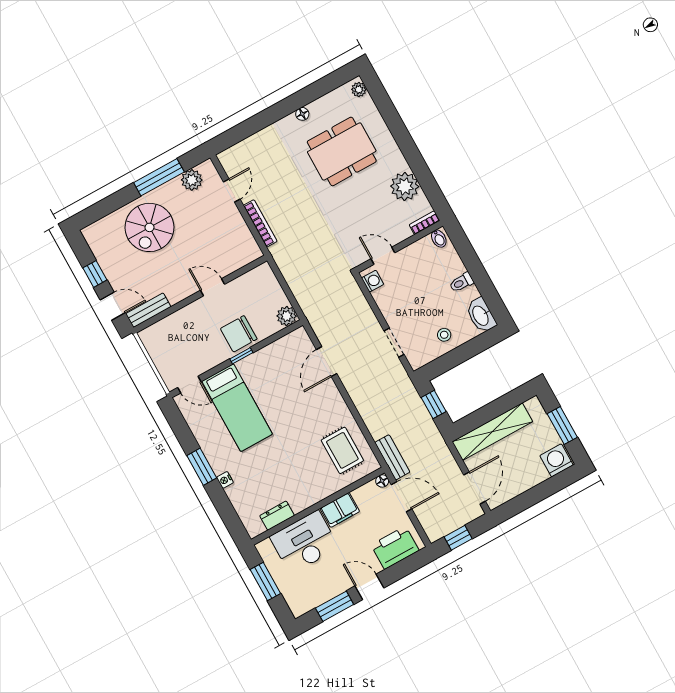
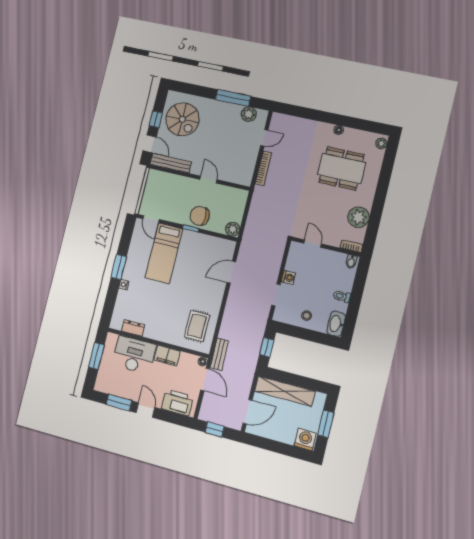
spiral stairs: (150, 227) -> (182, 119), moved, turned -90
washing machine: (373, 281) -> (288, 277), moved
bench: (148, 310) -> (171, 163), width x1.36

